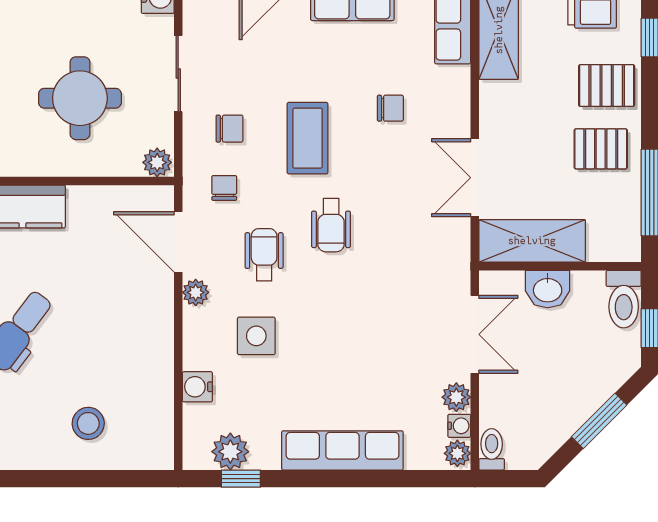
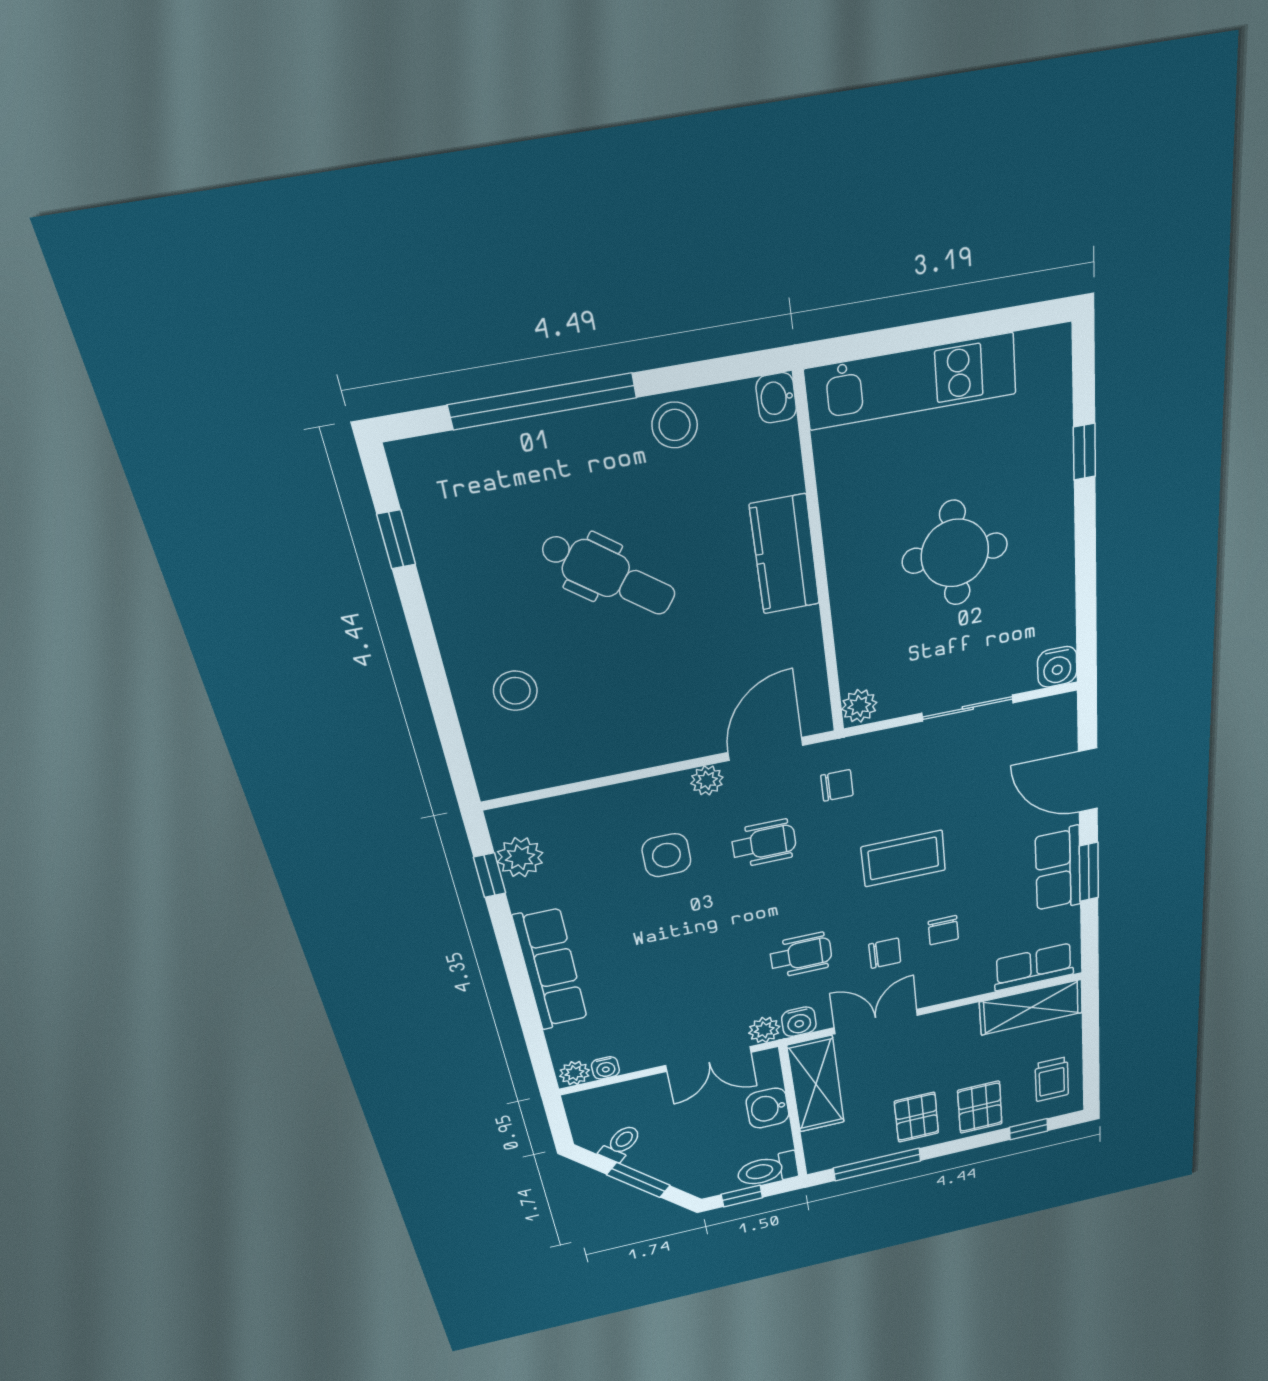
round table: (80, 98) -> (955, 553), moved
chair: (229, 129) -> (885, 953), moved, turned -90
wheelchair: (331, 225) -> (801, 955), moved, turned 180
water cooler: (197, 387) -> (799, 1022), moved, turned 180
plant: (456, 397) -> (764, 1030), moved
toilet: (492, 449) -> (621, 1143), moved, turned -45

